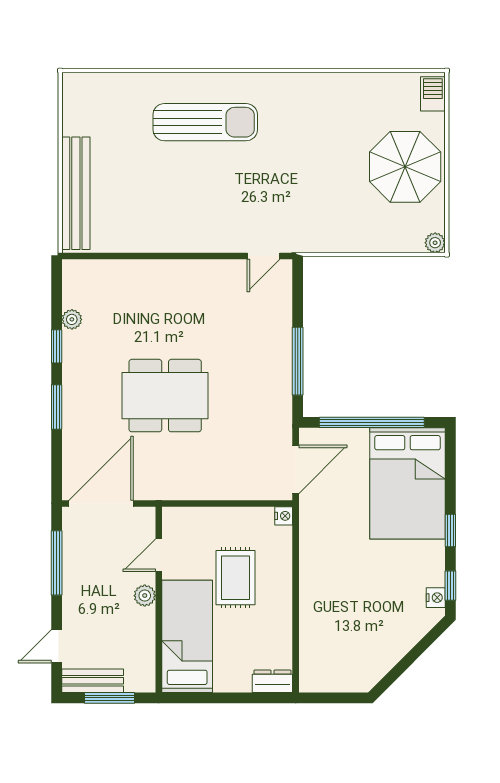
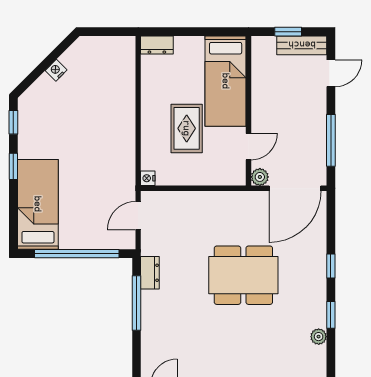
dresser: (281, 399) -> (150, 273), added
window: (57, 407) -> (331, 266), width x0.67
door: (296, 469) -> (138, 216), width x0.73
bed: (407, 483) -> (38, 204), width x0.67
plant: (145, 596) -> (260, 177), moved
nightstand: (436, 598) -> (56, 70), moved, turned 45
window: (109, 698) -> (288, 32), width x0.67

